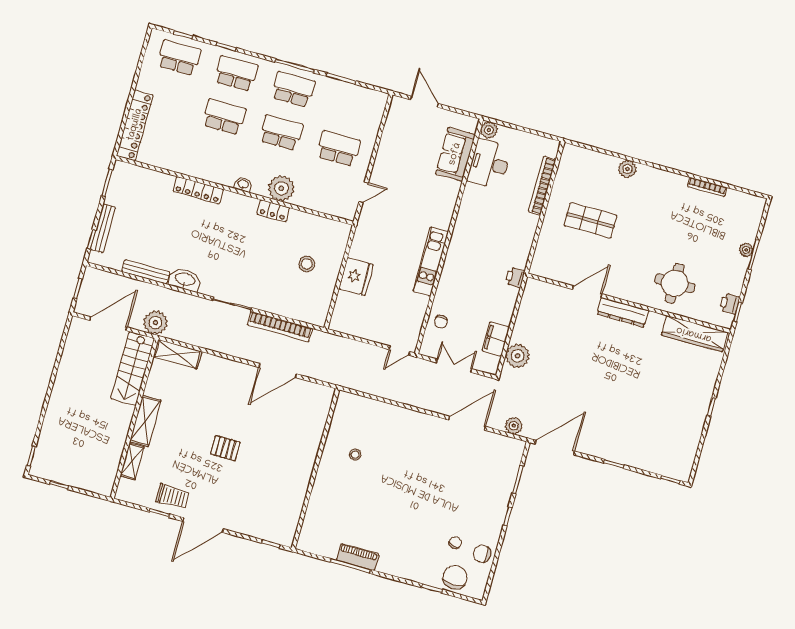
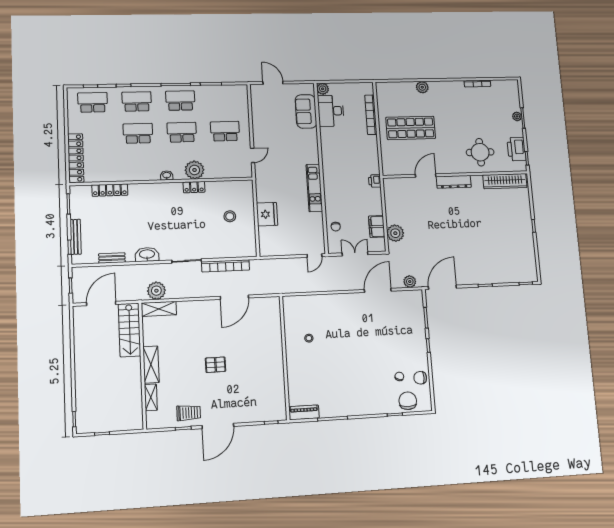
locker: (198, 190) -> (110, 190), moved
shop shelf: (590, 220) -> (411, 128), width x1.43, depth x1.36
bench: (146, 272) -> (112, 258), width x0.73
printer: (730, 304) -> (516, 149), width x1.87, depth x1.48
plant: (155, 323) -> (156, 291), moved
piano: (358, 557) -> (304, 412), moved

